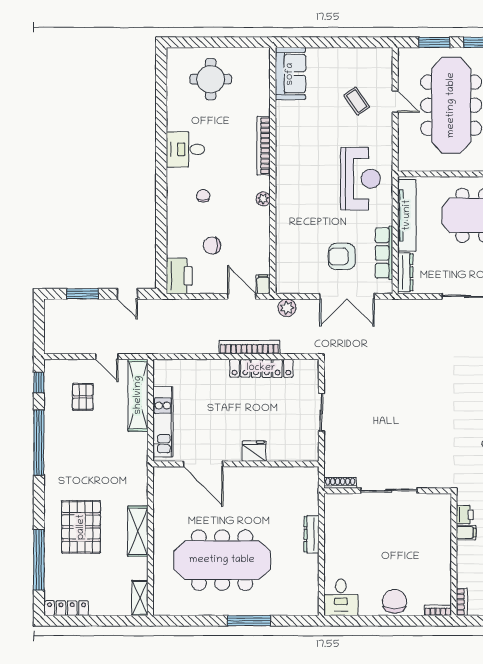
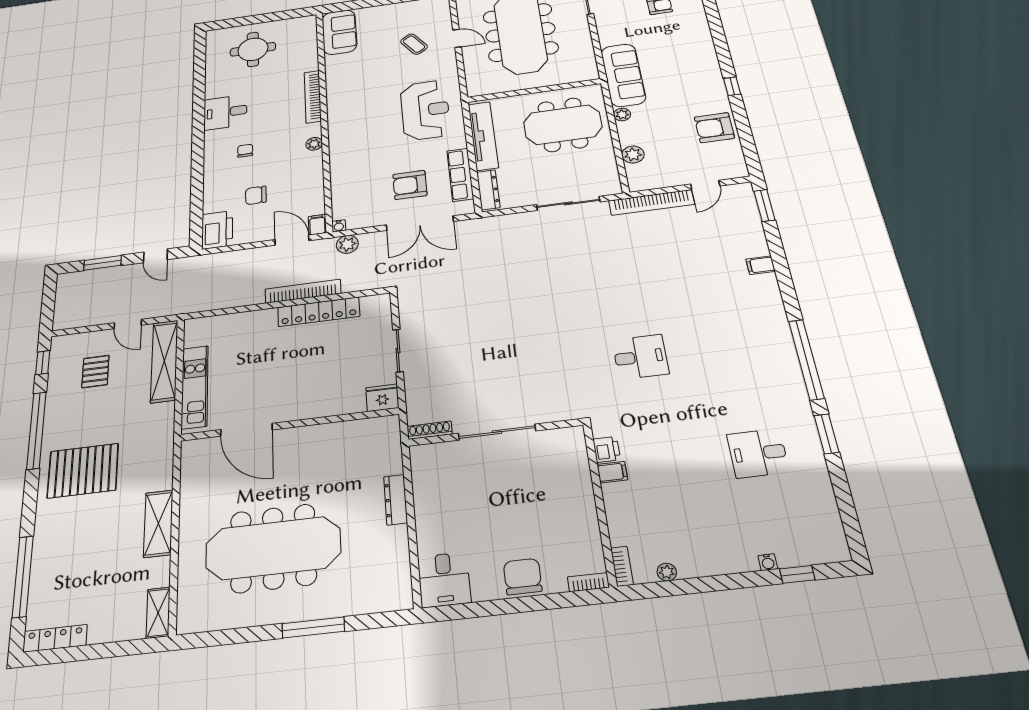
water cooler: (281, 288) -> (339, 226), added
fridge: (254, 451) -> (382, 398), moved
pallet: (81, 527) -> (83, 471), moved, turned 90

